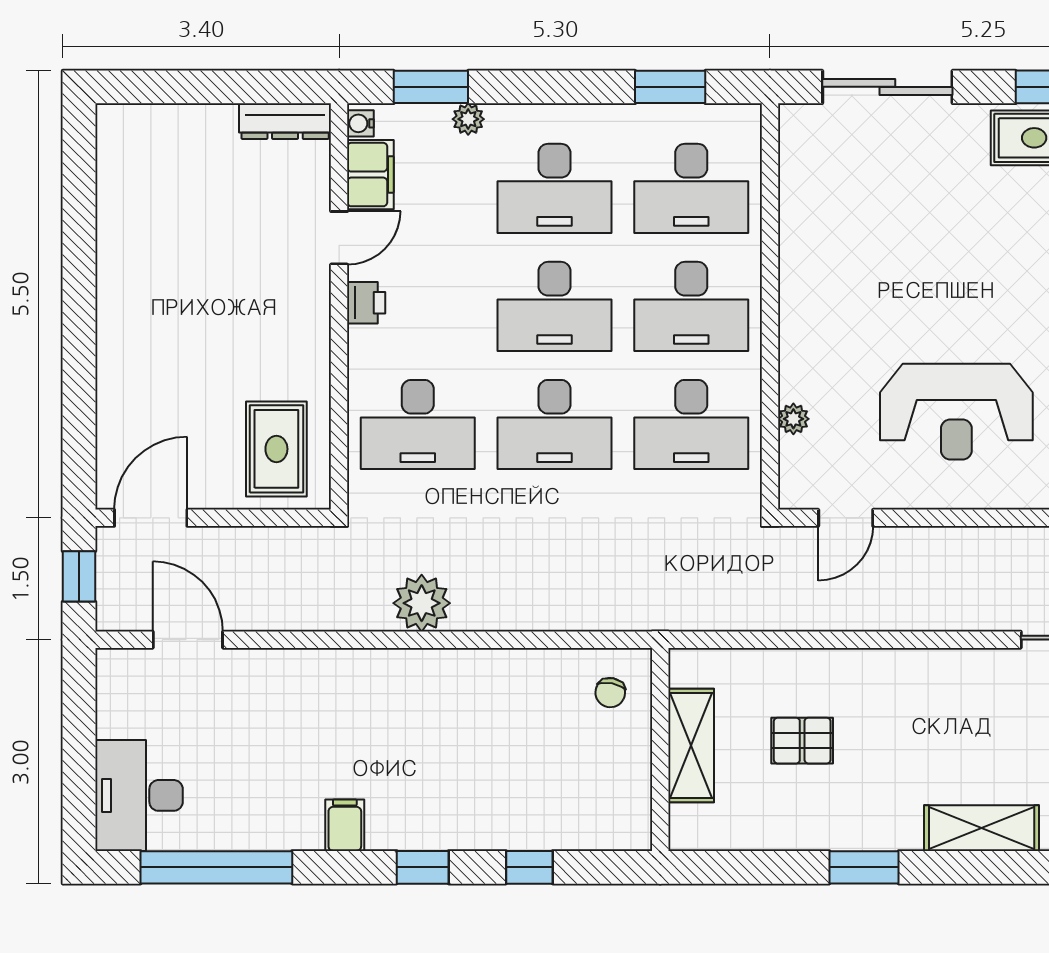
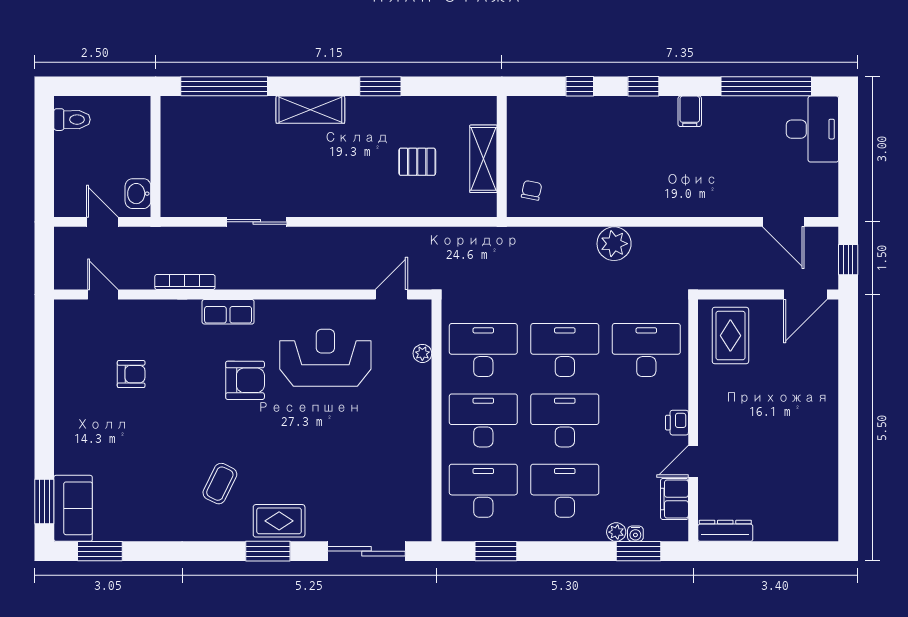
water cooler: (360, 123) -> (635, 534), moved, turned 90
plant: (422, 603) -> (614, 244), moved

